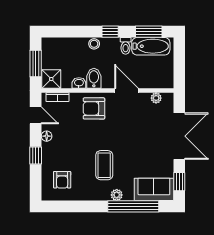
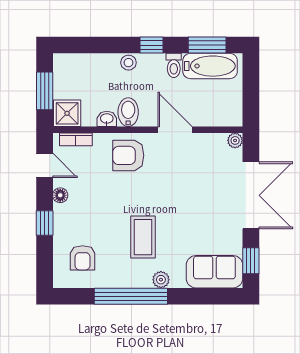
plant: (156, 98) -> (235, 140), moved
window: (133, 206) -> (131, 296), moved

